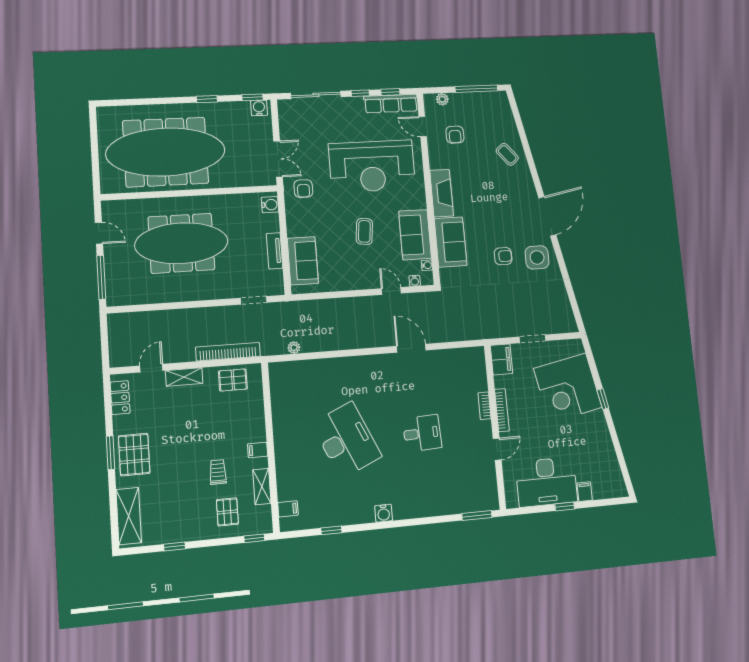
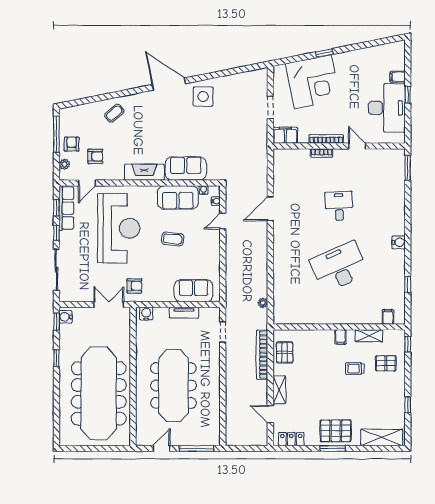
armchair: (503, 256) -> (72, 144), moved

